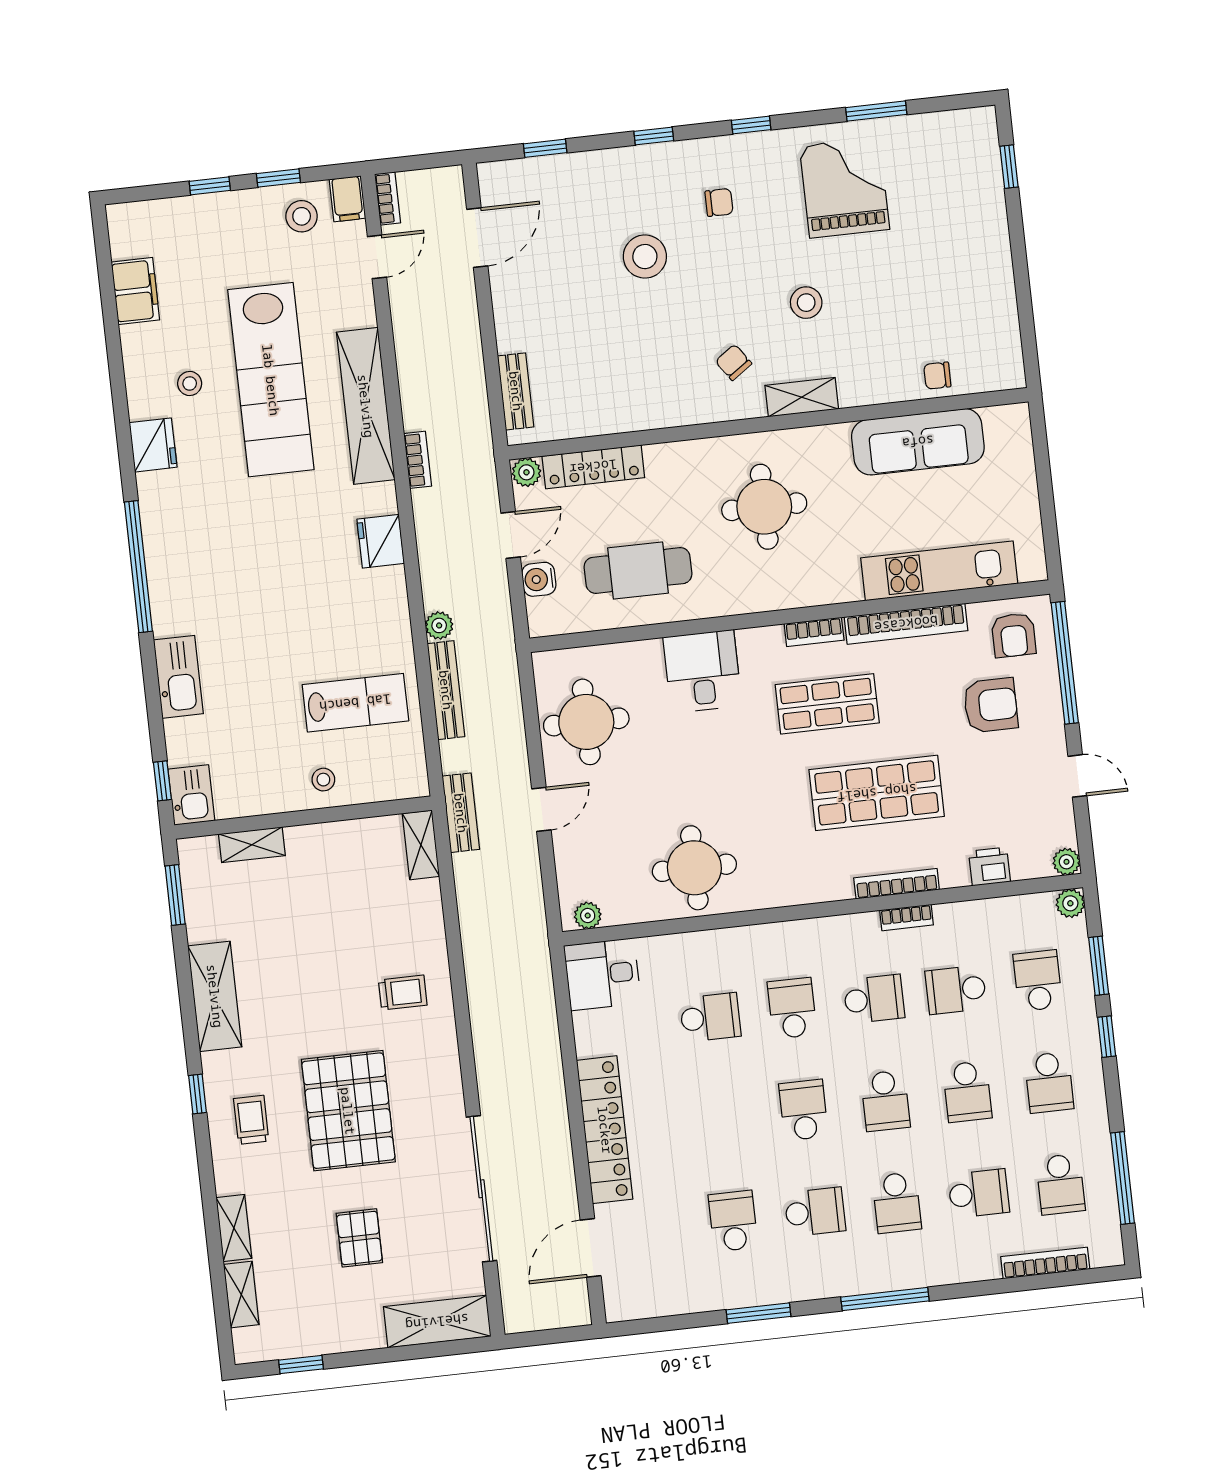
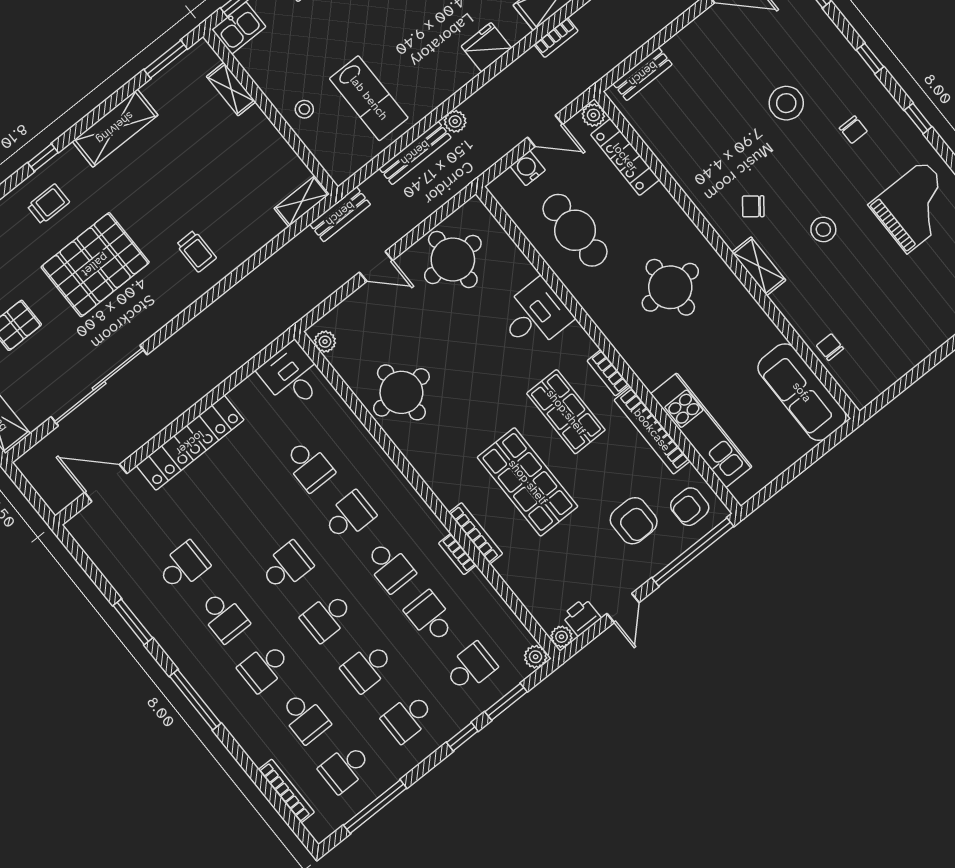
chair: (734, 362) -> (753, 206), turned -107
sofa: (918, 442) -> (802, 392), moved
printer: (989, 867) -> (581, 617), moved, turned -90

